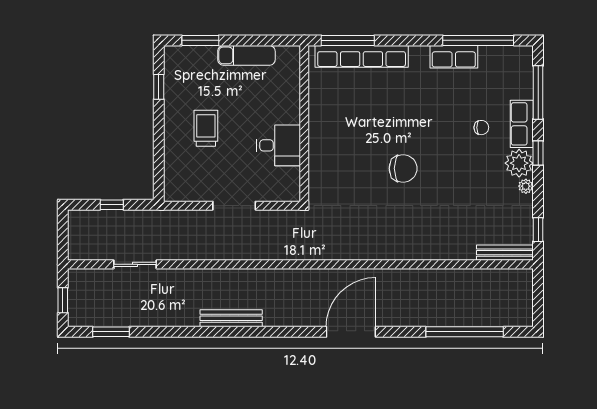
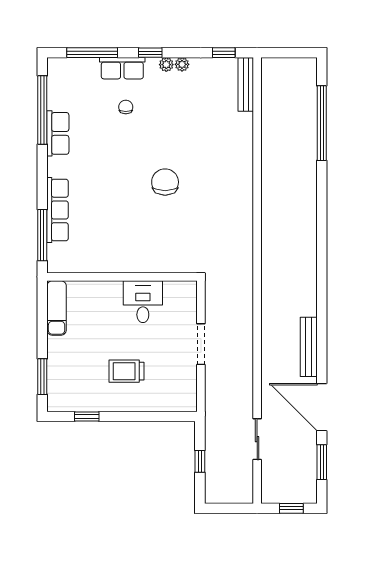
exam couch: (246, 55) -> (57, 308), moved
row of seats: (362, 56) -> (58, 210), width x0.73
plant: (519, 163) -> (166, 65), width x0.53, depth x0.53
door: (351, 332) -> (322, 407), moved

